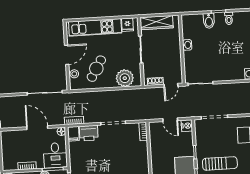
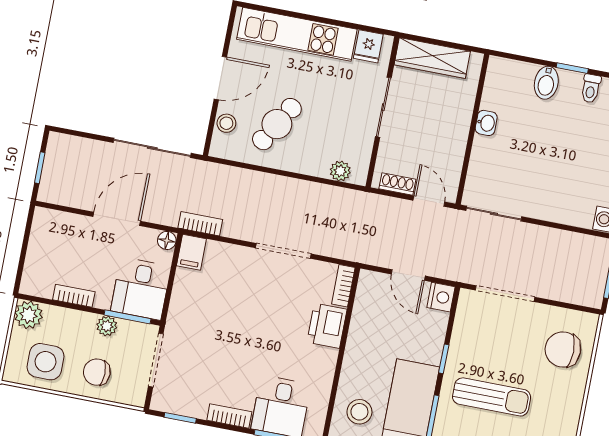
plant: (125, 78) -> (340, 171), width x0.53, depth x0.53
door: (171, 85) -> (429, 201), swing flipped
door: (37, 128) -> (117, 219), hinge flipped
printer: (89, 133) -> (327, 326), moved, turned 90

